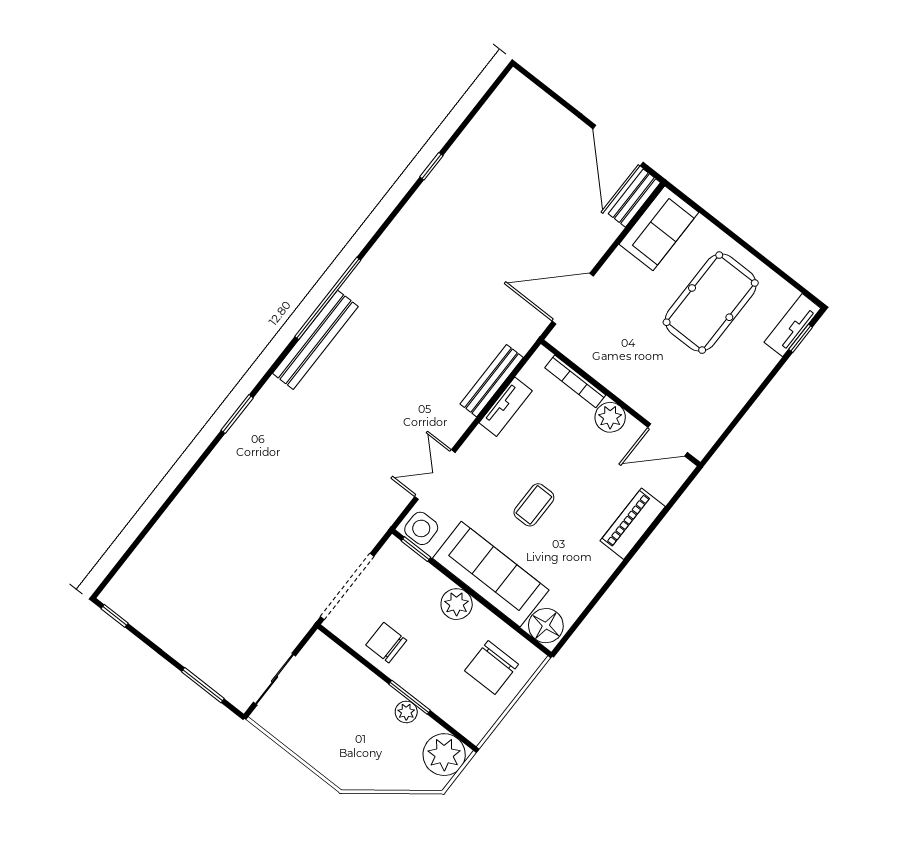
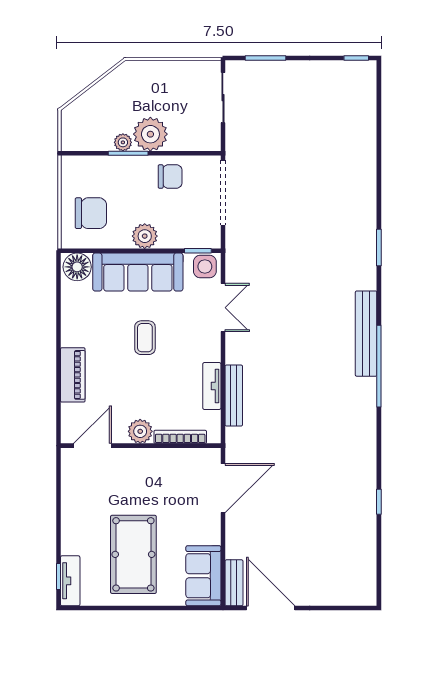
chair: (492, 668) -> (91, 213), turned 90
plant: (444, 755) -> (150, 134), moved

